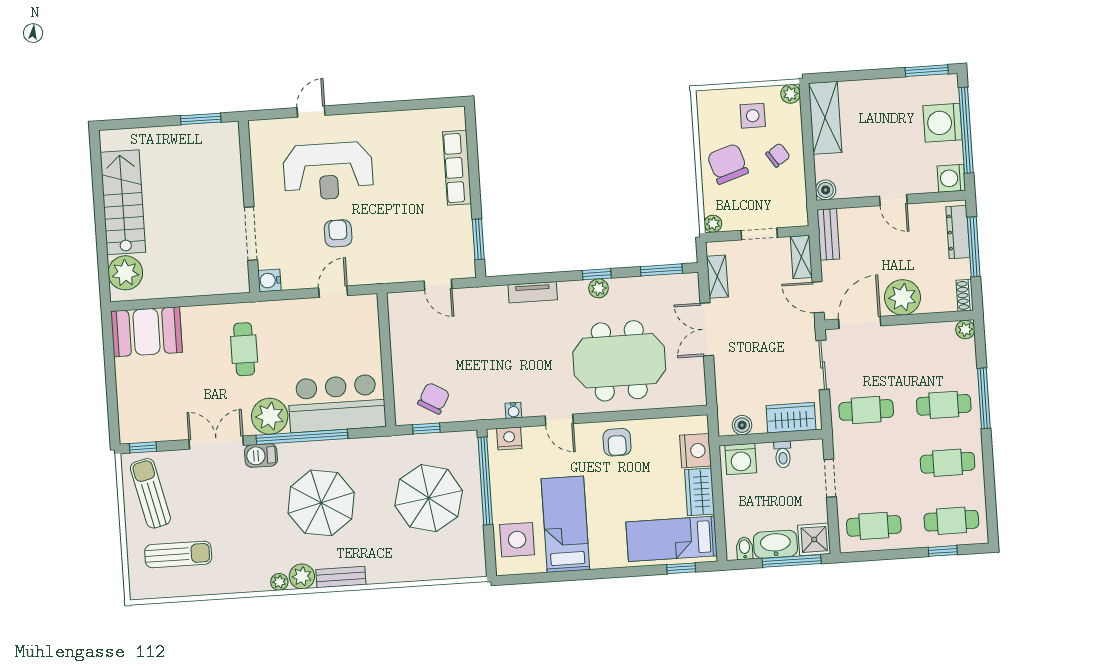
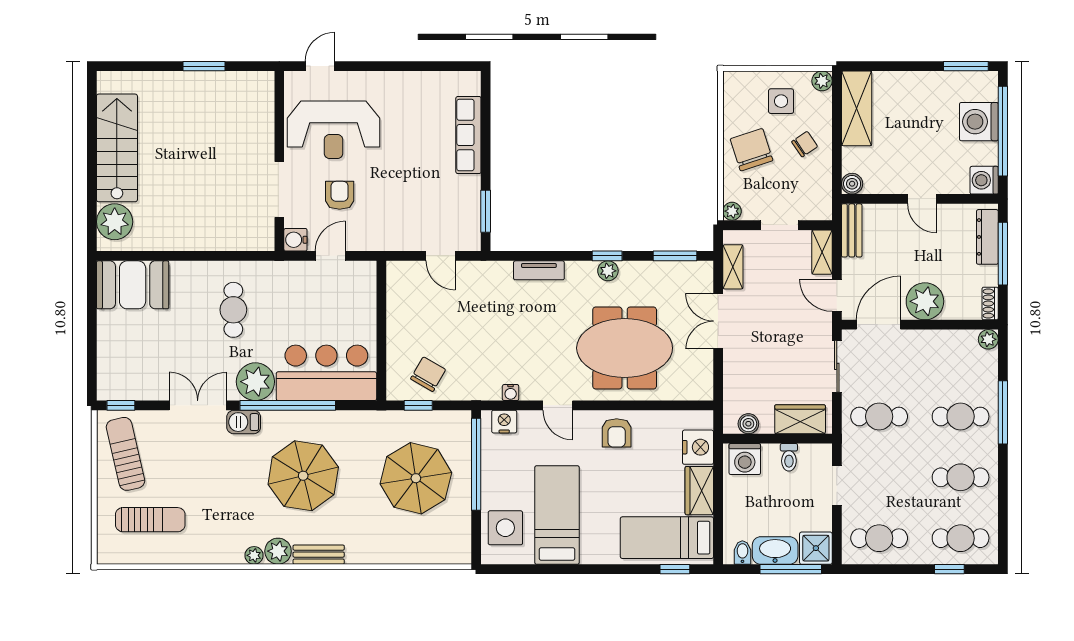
wall: (249, 206) -> (279, 161), moved
doorway: (251, 234) -> (279, 190), moved
water cooler: (269, 280) -> (295, 240), moved

